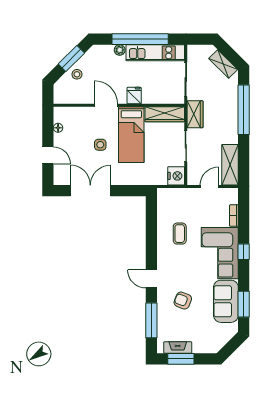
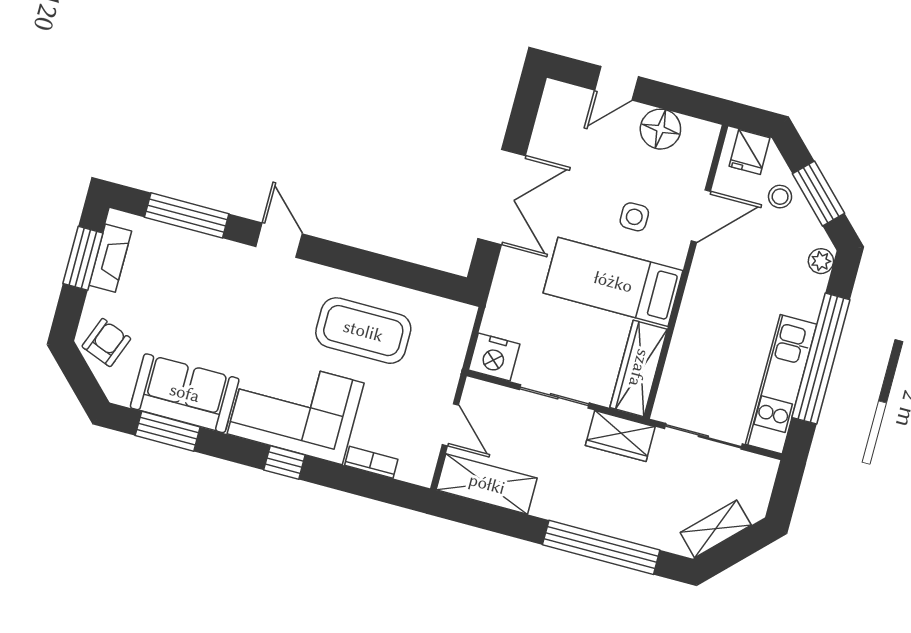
plant: (120, 50) -> (821, 261), moved
fridge: (134, 96) -> (750, 152), moved, turned 90
door: (106, 105) -> (701, 216), moved
floor lamp: (58, 128) -> (660, 129), width x1.89, depth x1.89
side table: (100, 145) -> (634, 217), moved
double door: (90, 191) -> (502, 197), moved
coffee table: (180, 234) -> (363, 331), width x1.86, depth x1.72
door: (151, 279) -> (279, 240), hinge flipped
armchair: (183, 301) -> (106, 342), moved

